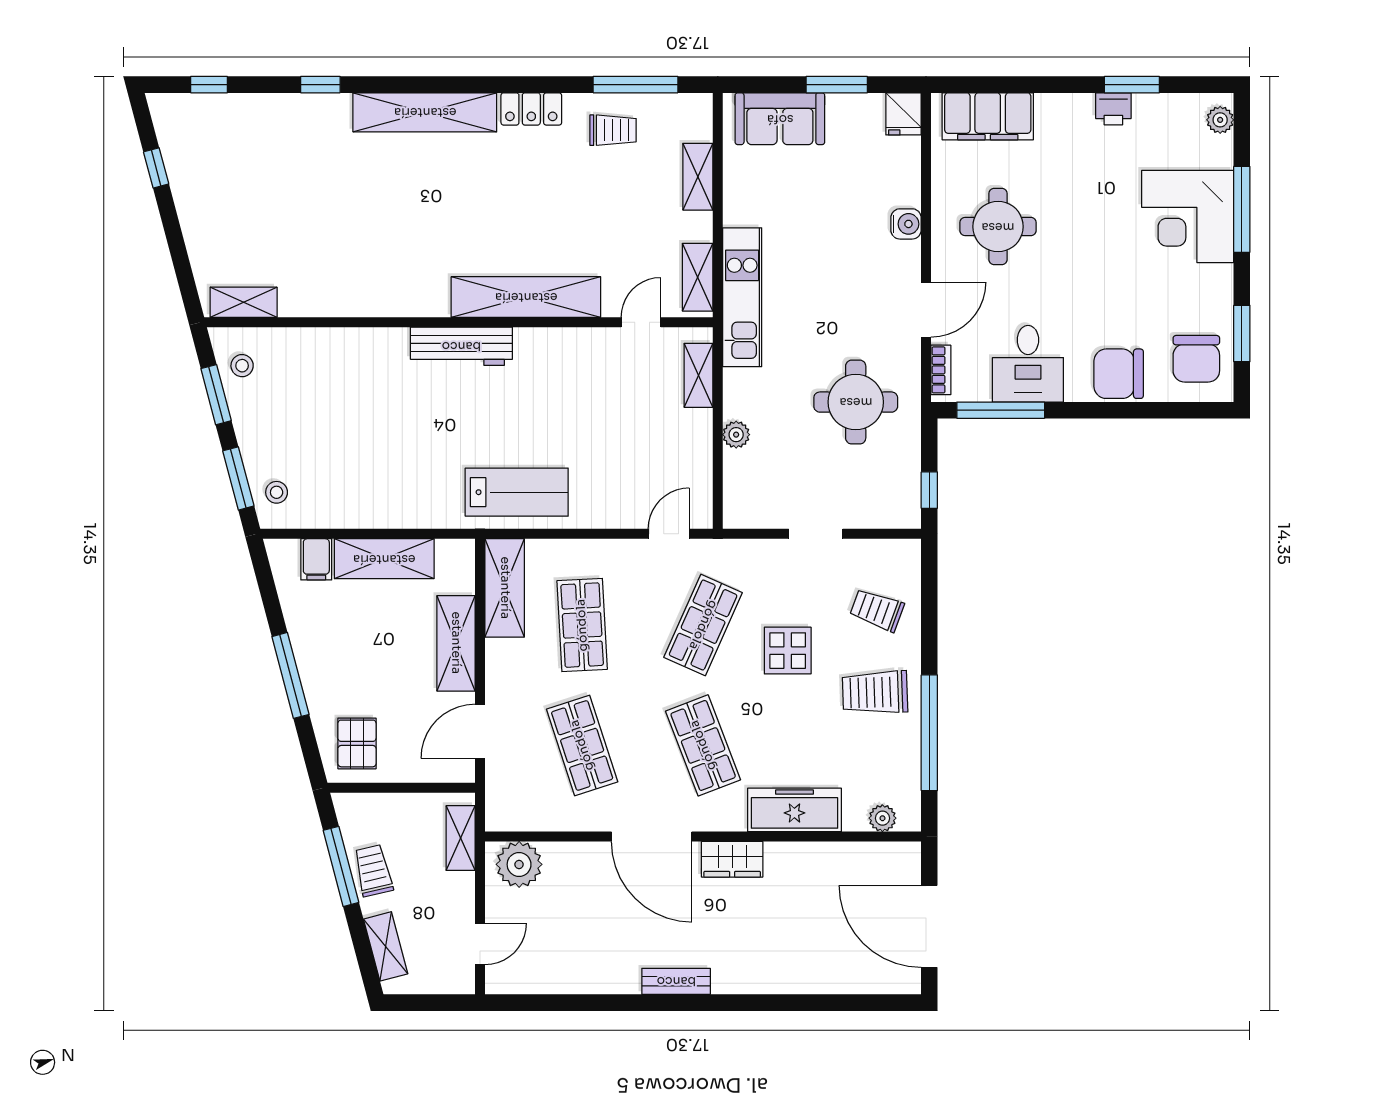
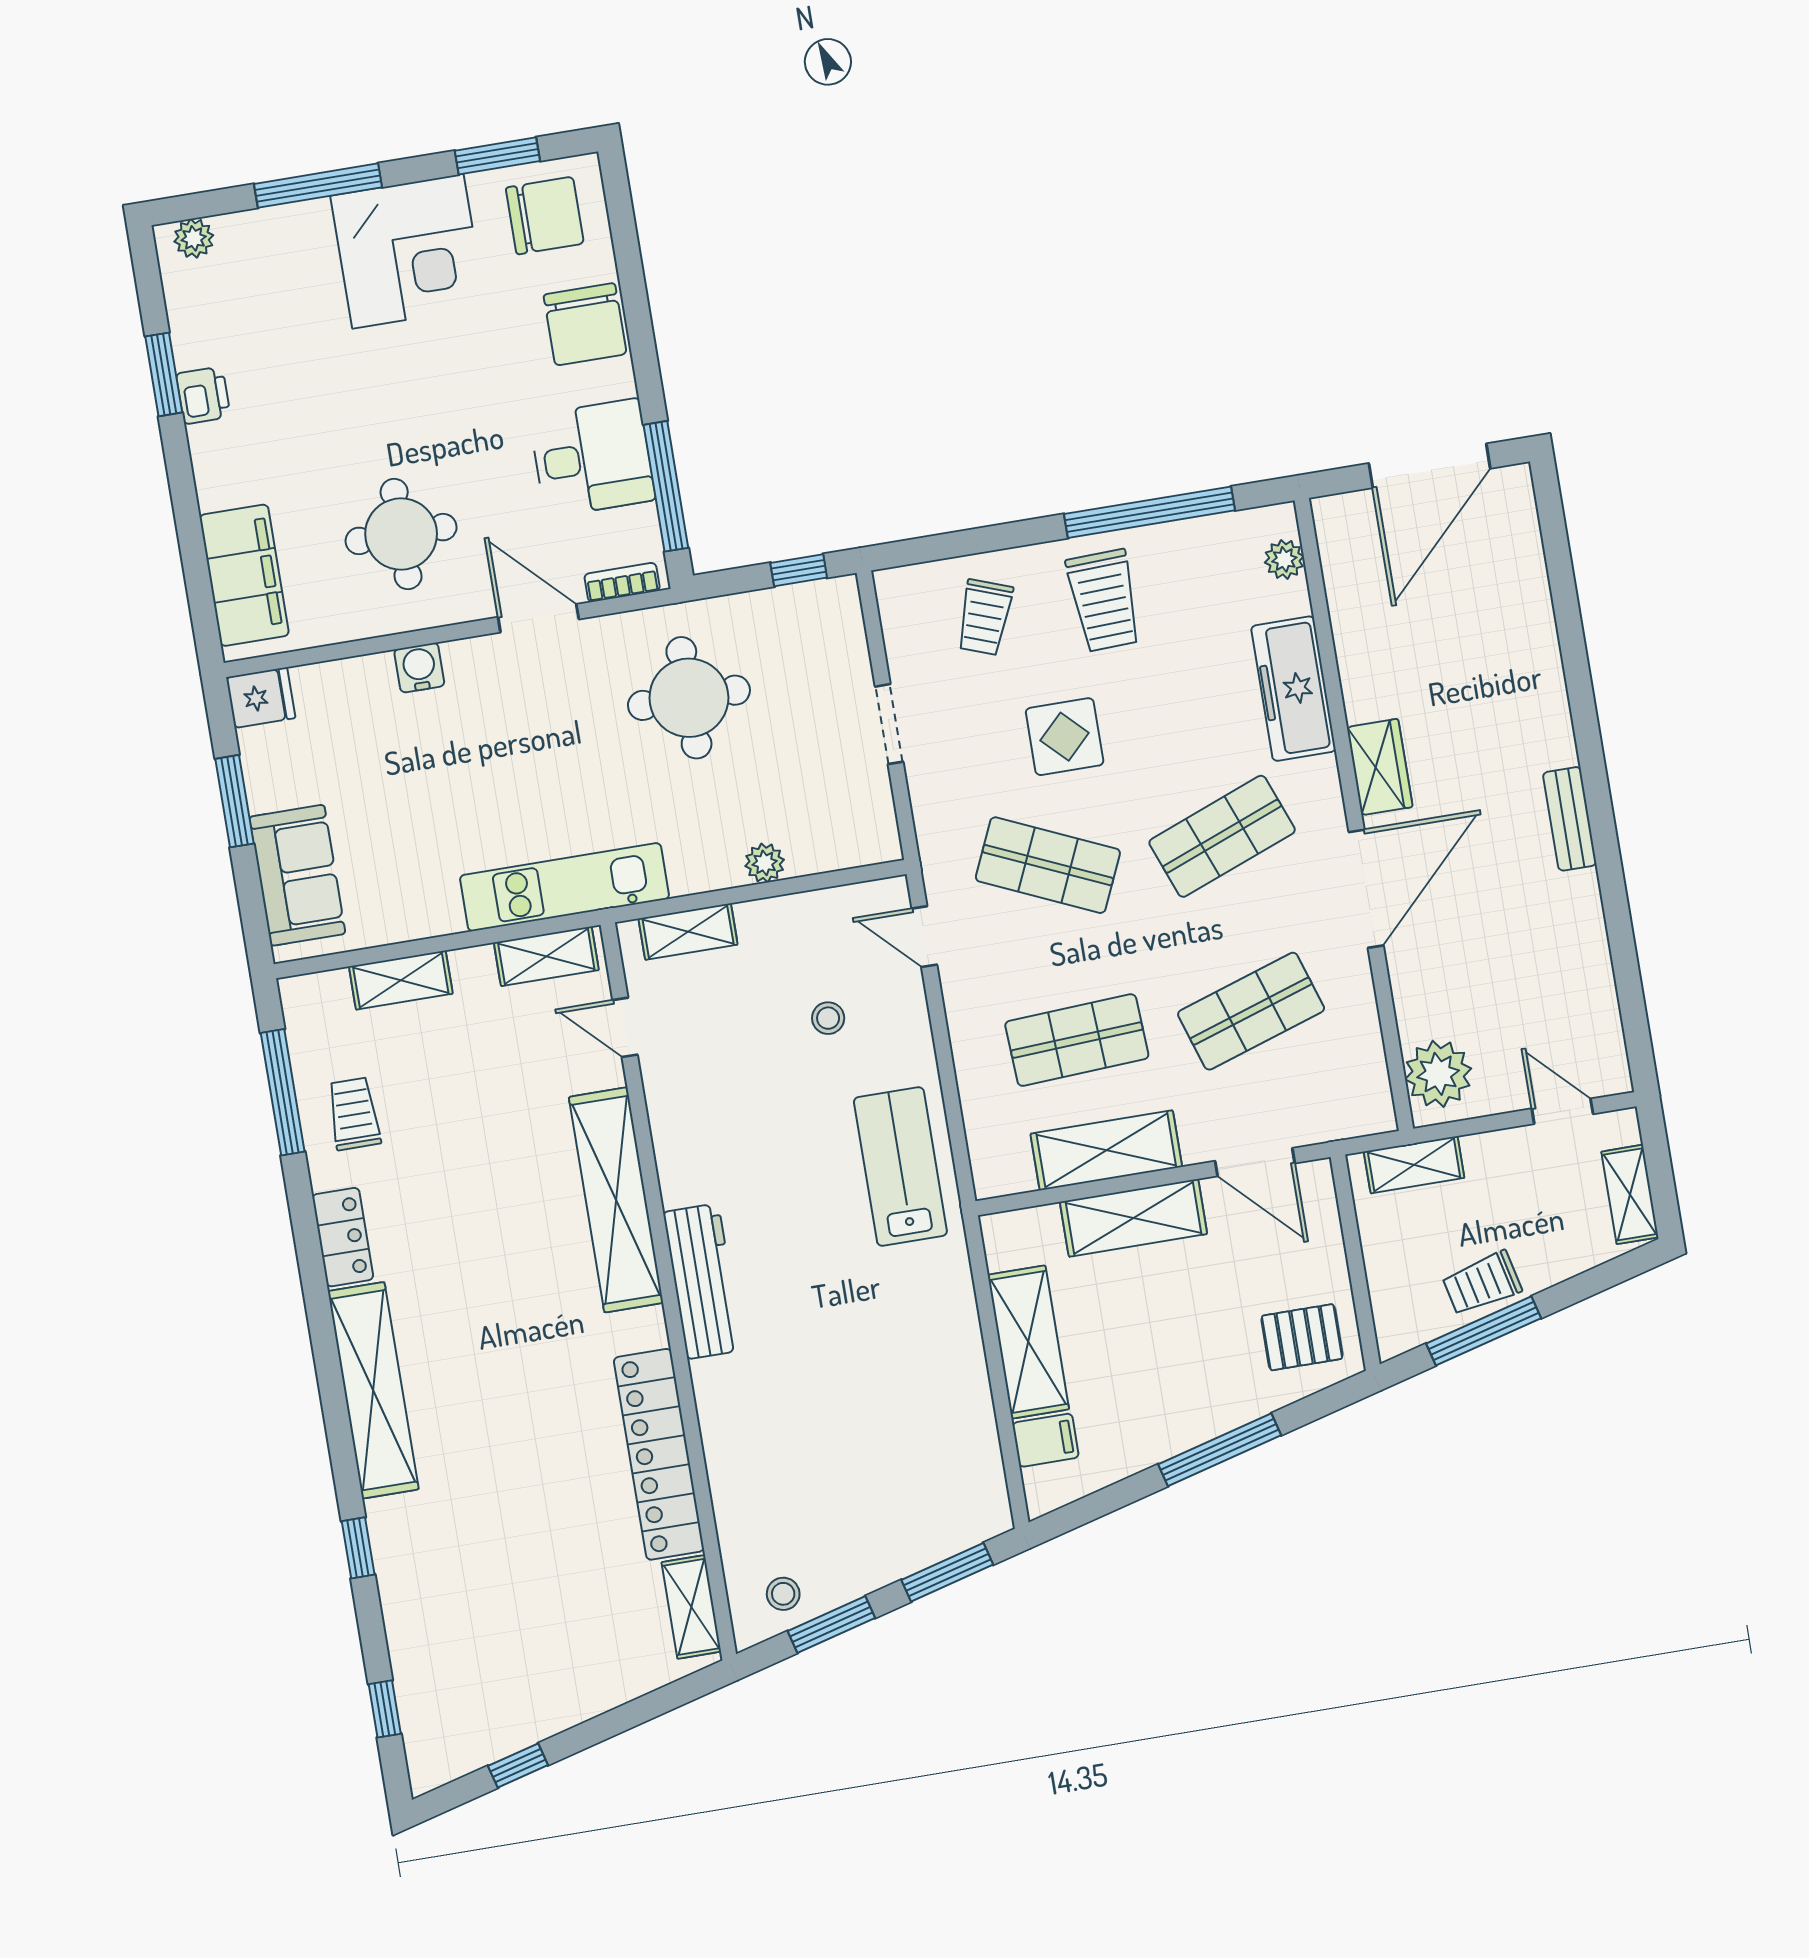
corner desk: (1188, 217) -> (408, 251), moved
locker: (350, 298) -> (659, 1454), added
stool: (277, 492) -> (828, 1018), moved
shelving: (505, 588) -> (1106, 1150), moved
shelving: (386, 946) -> (1630, 1194), moved, turned -75

